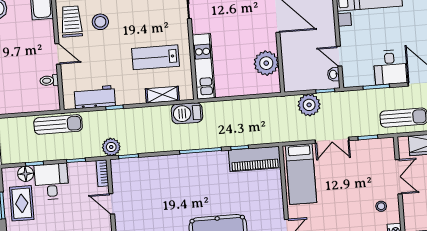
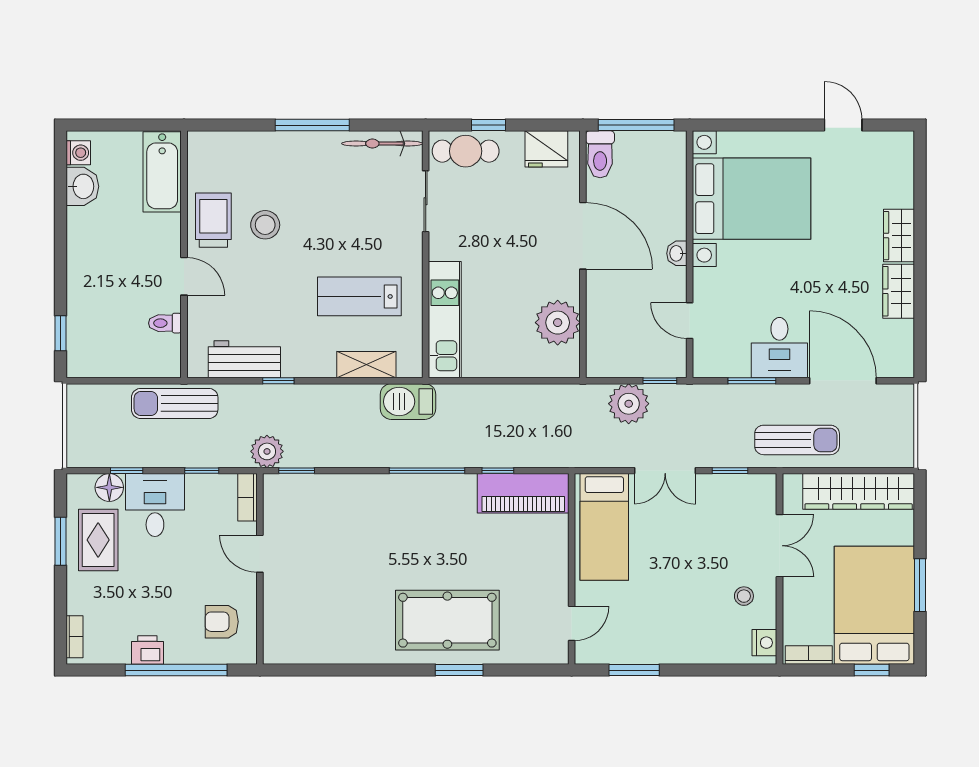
washbasin: (333, 74) -> (677, 253), moved
sun lounger: (58, 125) -> (175, 403), turned 180

